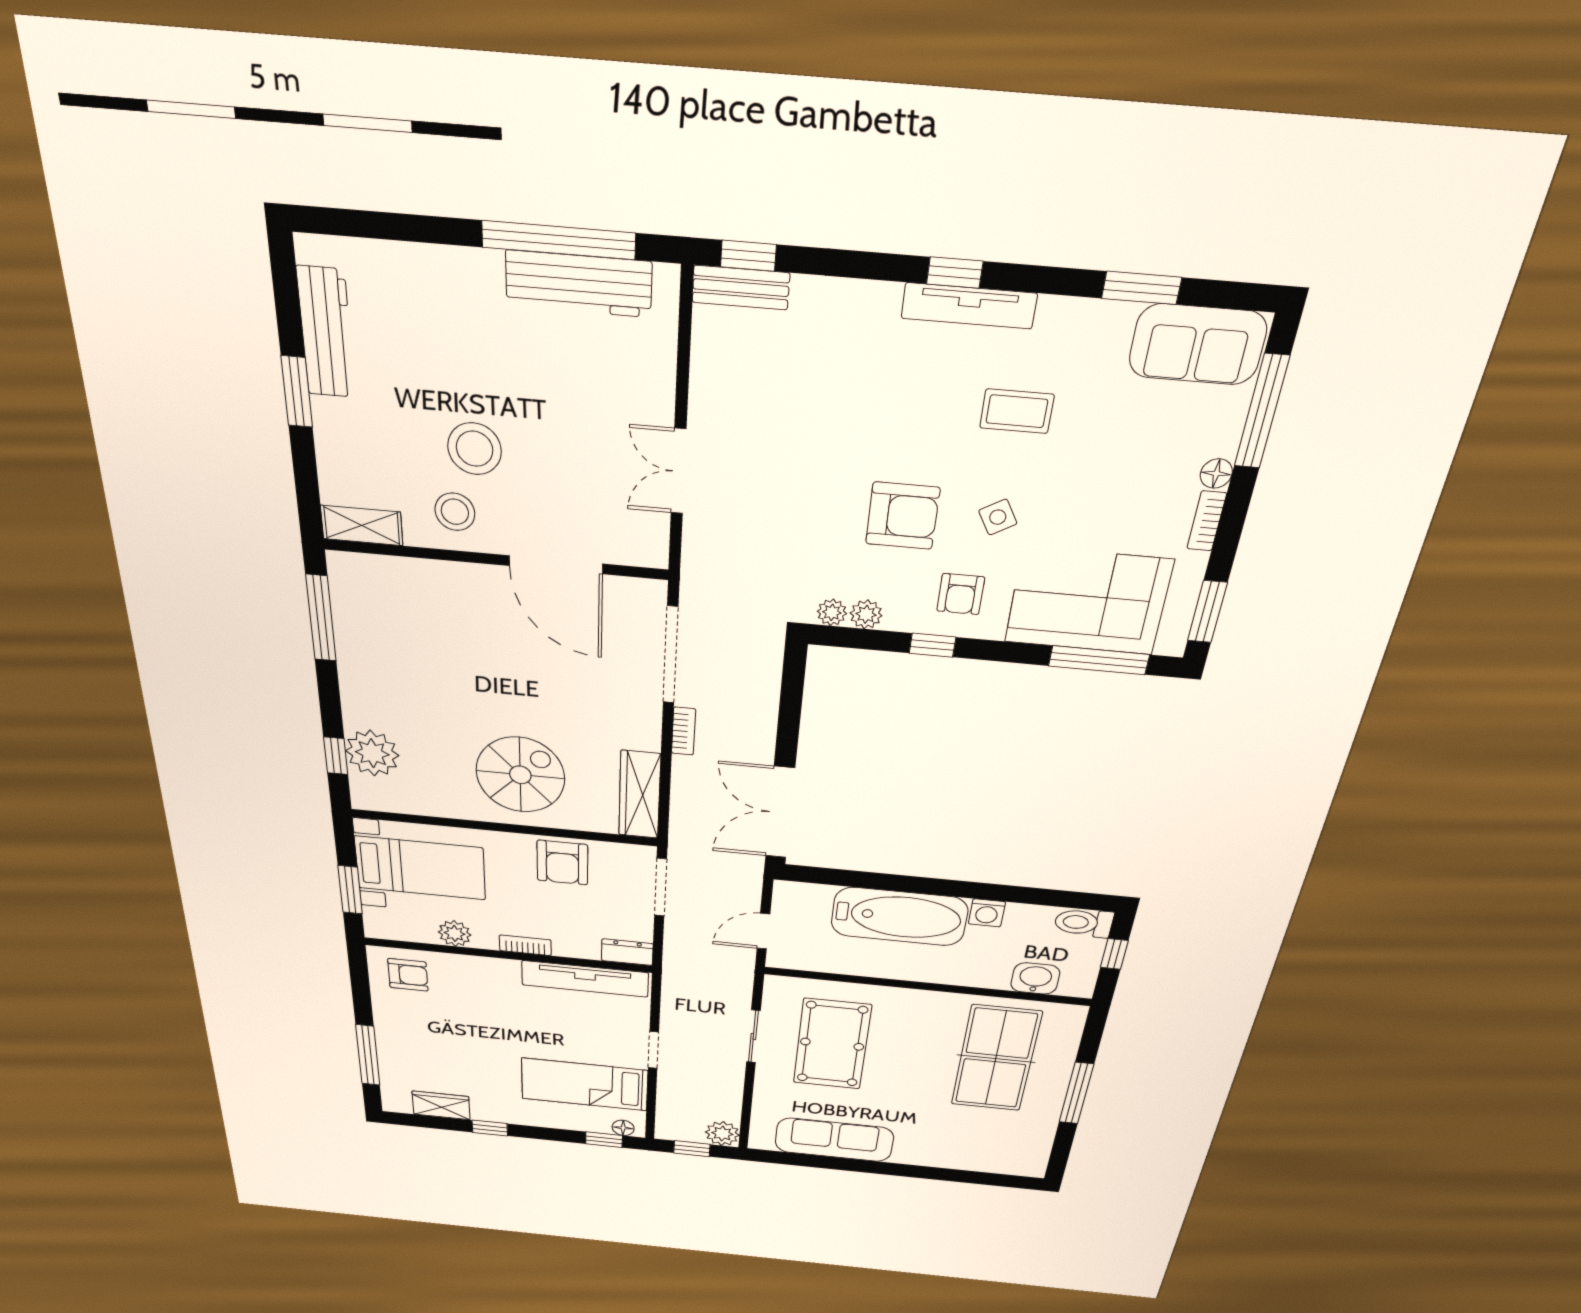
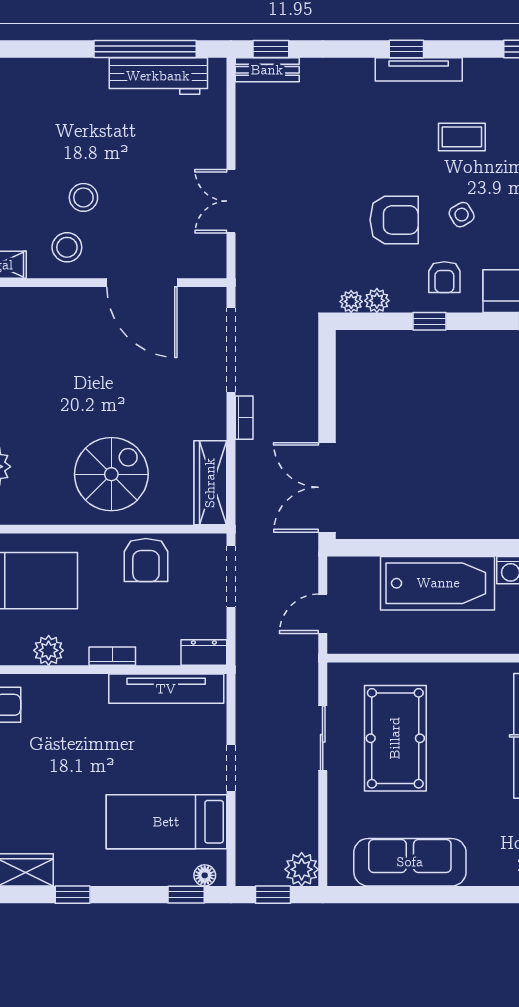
stool: (474, 449) -> (83, 197), width x0.73, depth x0.73

